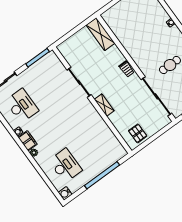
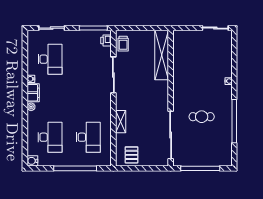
shelving: (101, 34) -> (162, 55), width x1.47
printer: (54, 60) -> (106, 40), added
trolley: (127, 69) -> (123, 44), moved
shelving: (104, 105) -> (121, 122), moved
desk: (95, 144) -> (88, 137), added

